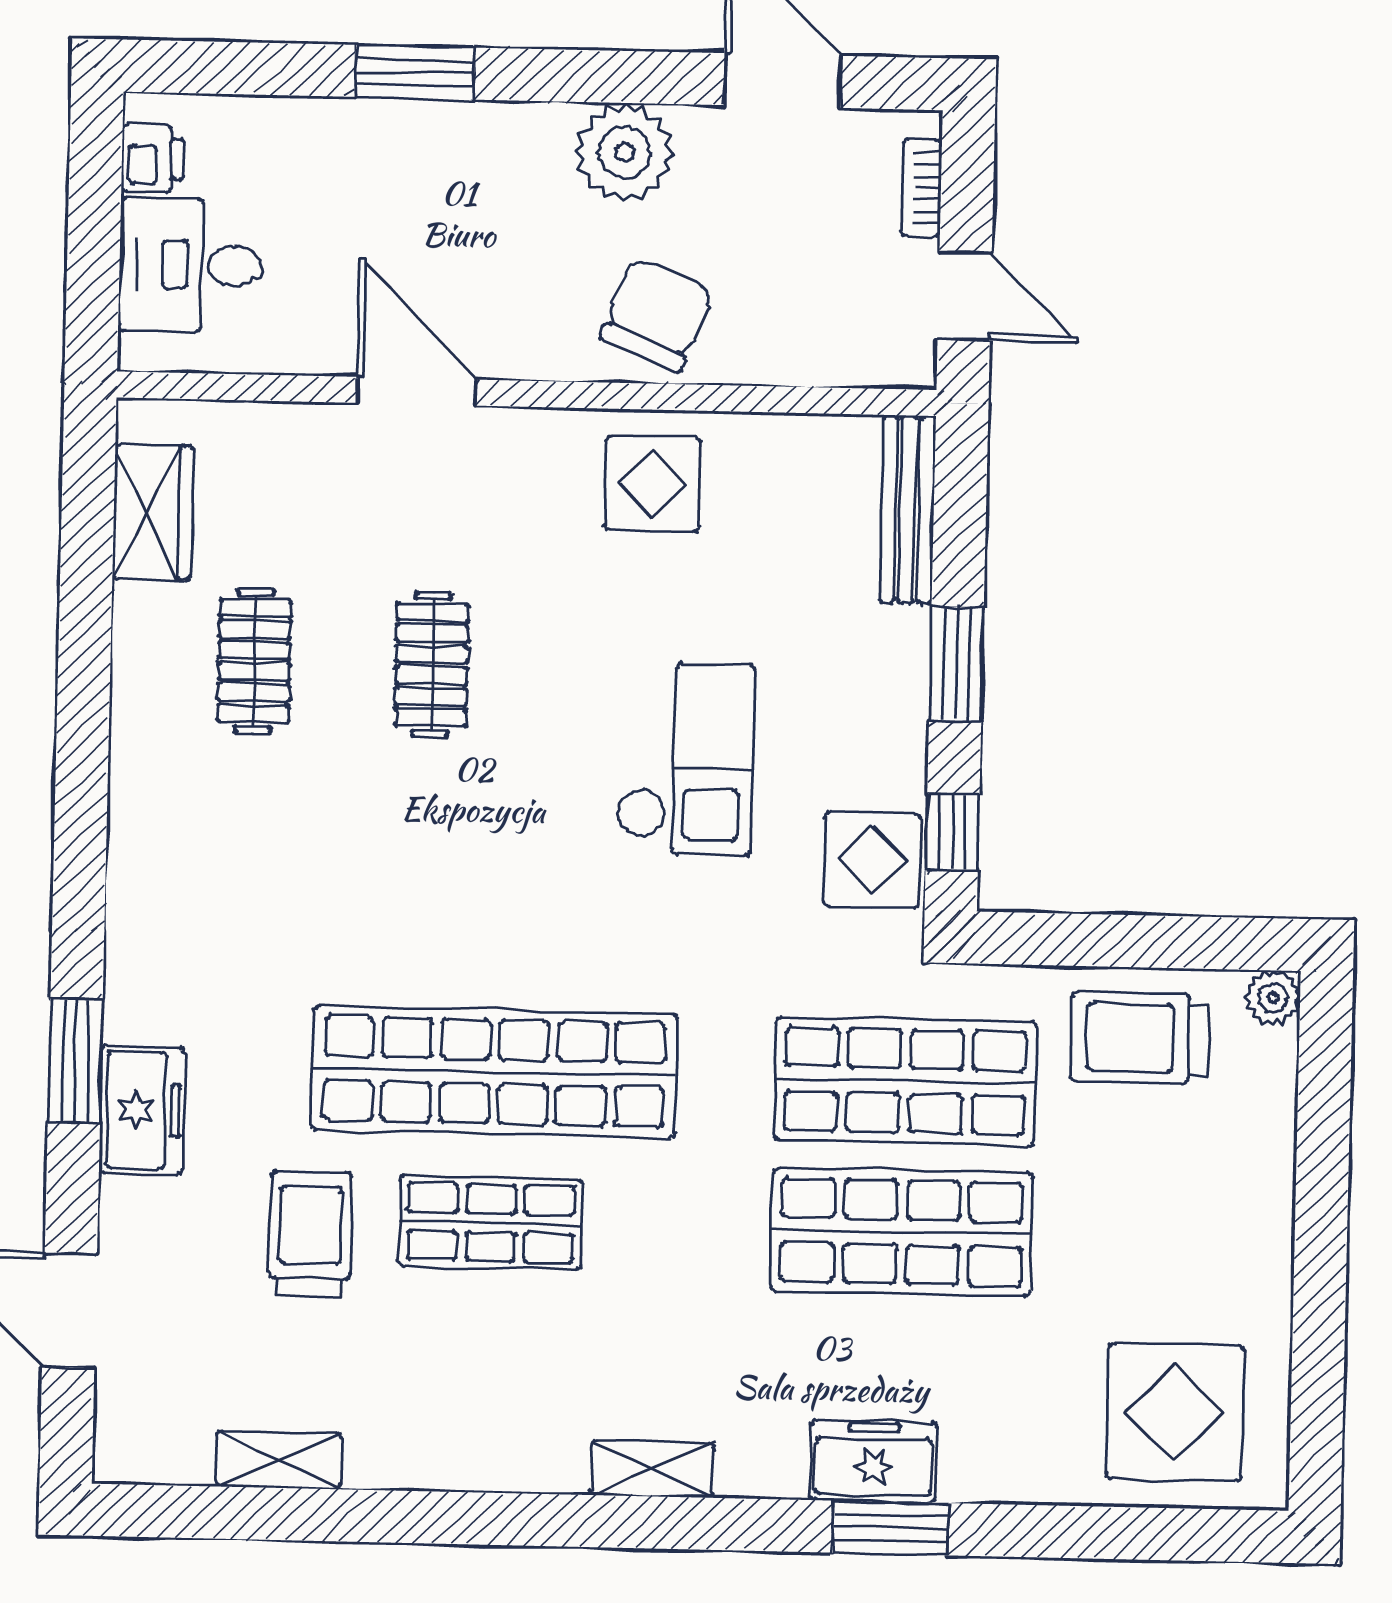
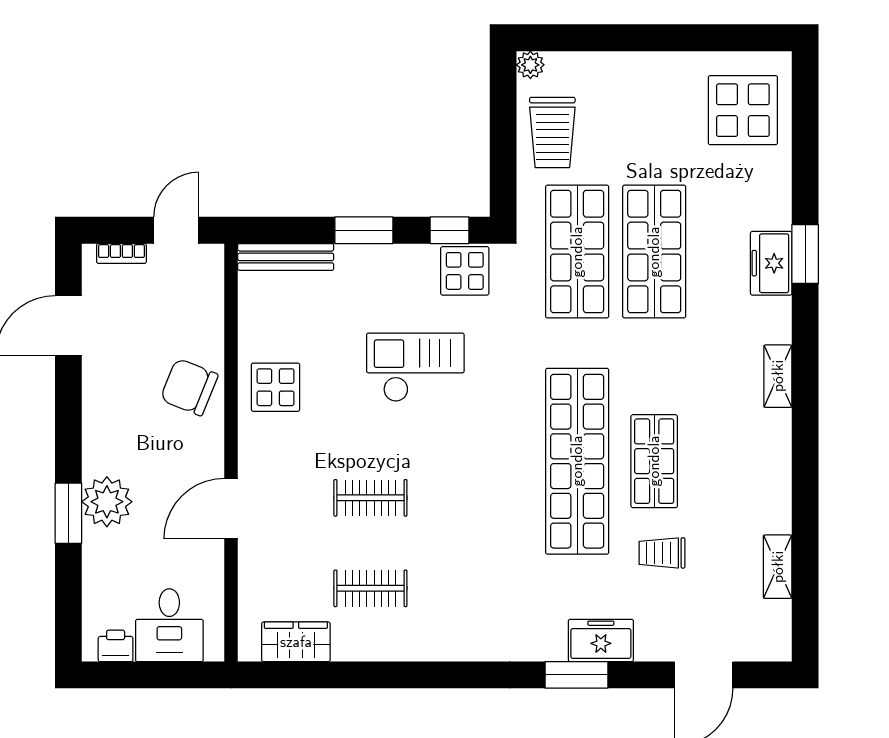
plant: (625, 152) -> (107, 502), moved
trolley: (311, 1234) -> (662, 553), width x0.73, depth x0.72

